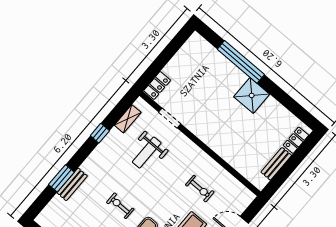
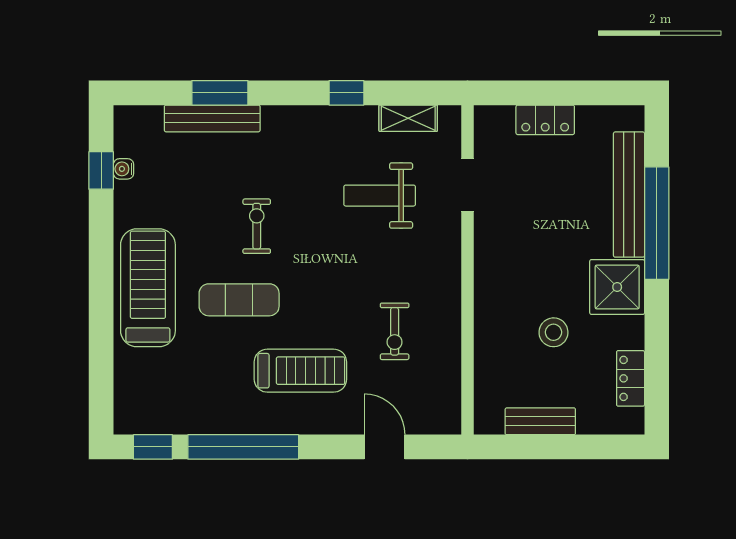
bench: (222, 63) -> (629, 195), added
locker: (157, 85) -> (545, 120), moved
stool: (248, 132) -> (553, 332), added
locker: (296, 140) -> (631, 378), moved, turned -90
bench: (72, 184) -> (212, 118), width x1.36

